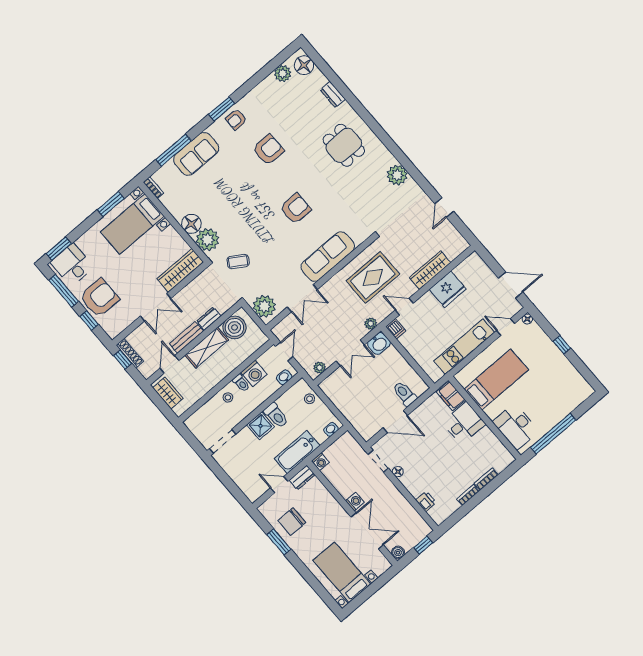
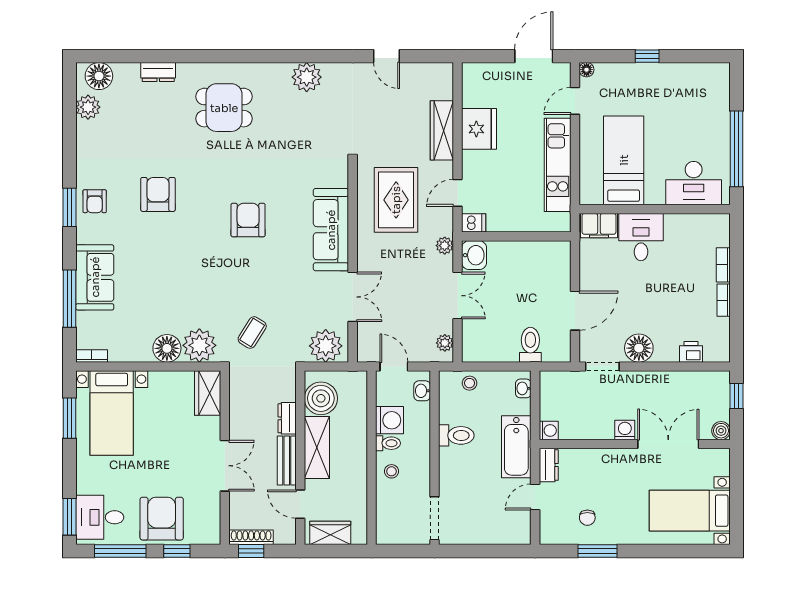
wardrobe: (180, 270) -> (208, 393), width x0.67
toilet: (405, 394) -> (530, 345), moved, turned 90
shower: (260, 426) -> (453, 462), removed
floor lamp: (398, 472) -> (639, 348), width x1.89, depth x1.89
chair: (292, 522) -> (587, 518), width x0.54, depth x0.54

